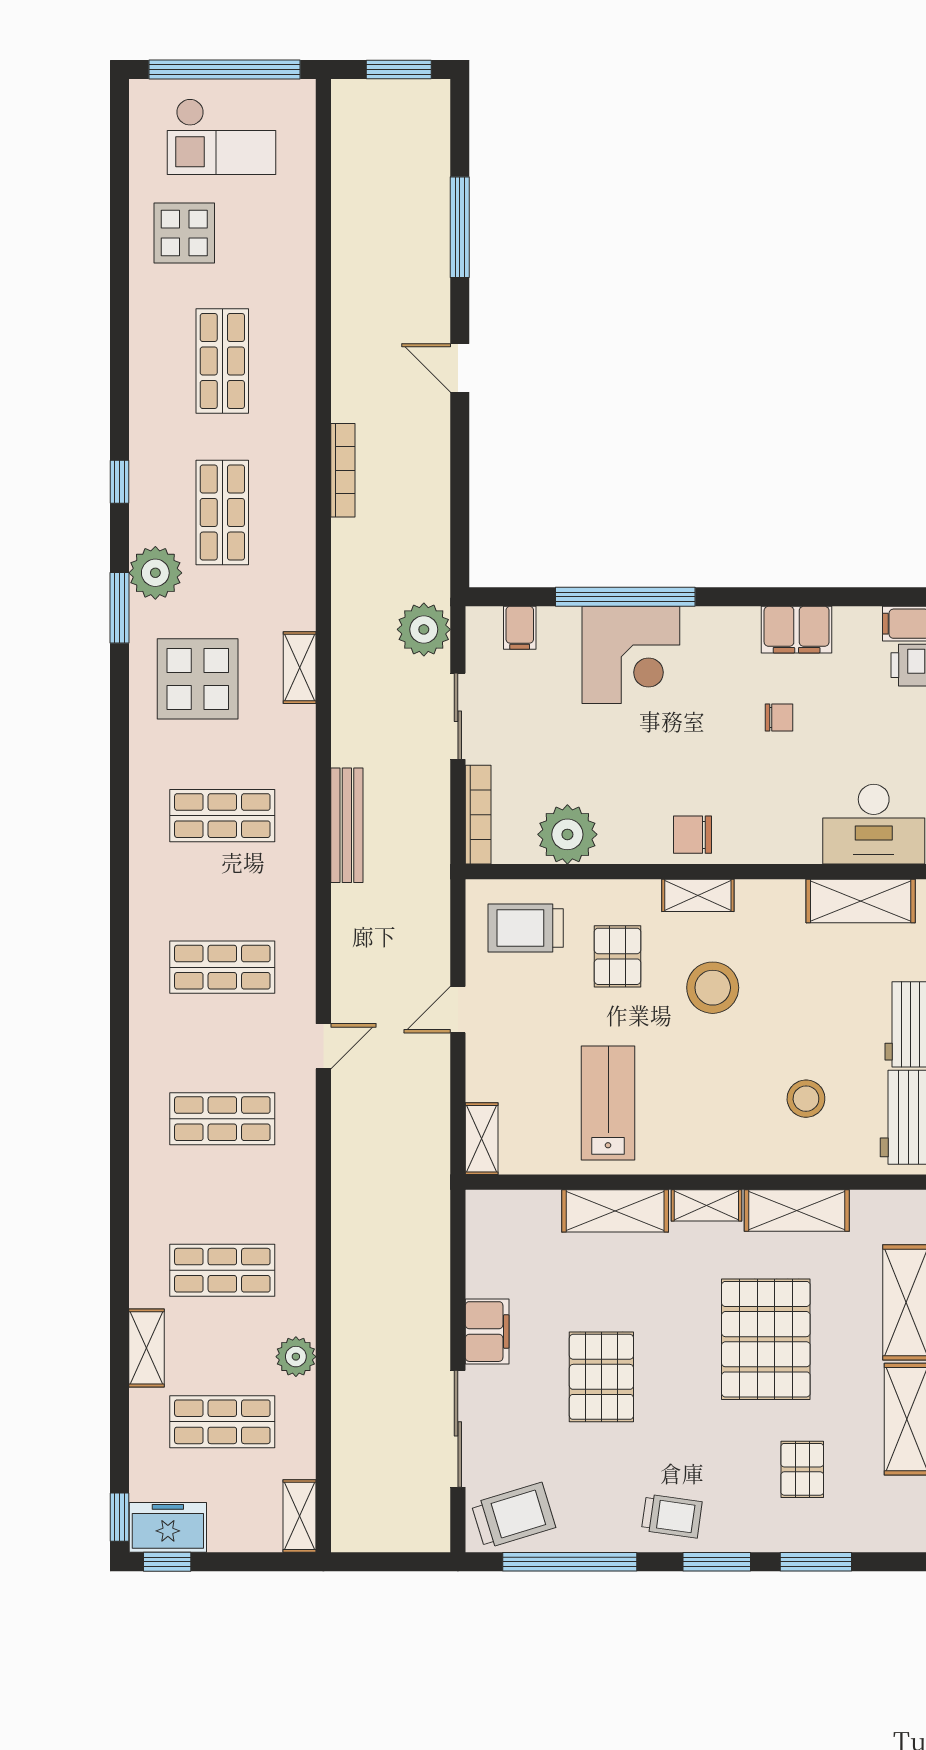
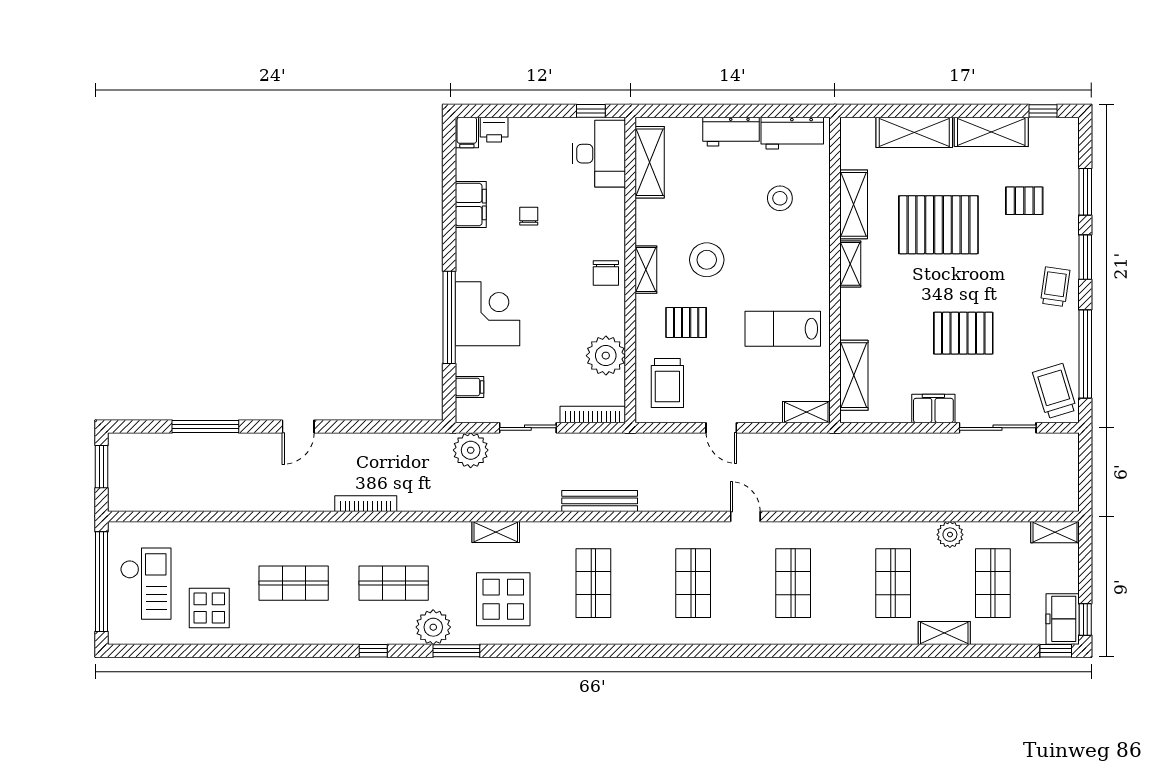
shelving: (615, 1211) -> (854, 375), moved

